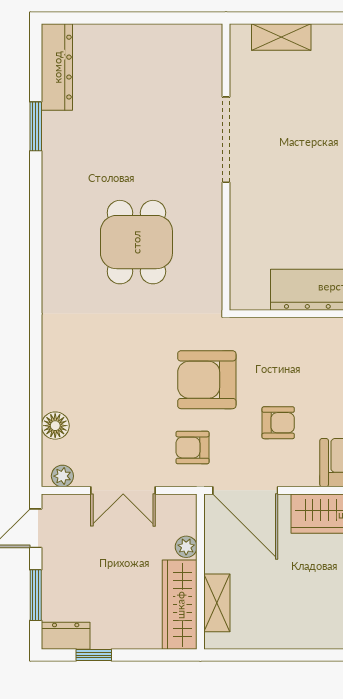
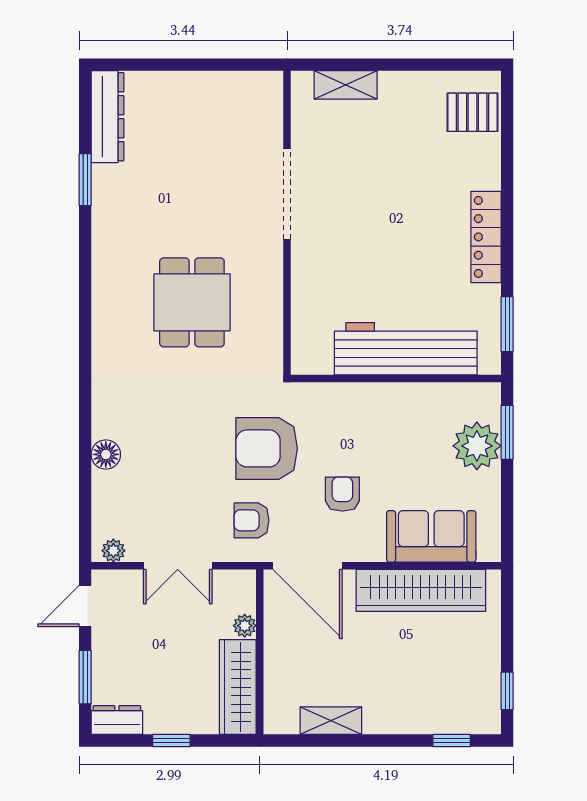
armchair: (278, 423) -> (342, 494), turned -90
floor lamp: (55, 426) -> (106, 454), moved
shelving: (217, 603) -> (331, 721), moved, turned 90
window: (94, 655) -> (171, 741), moved

